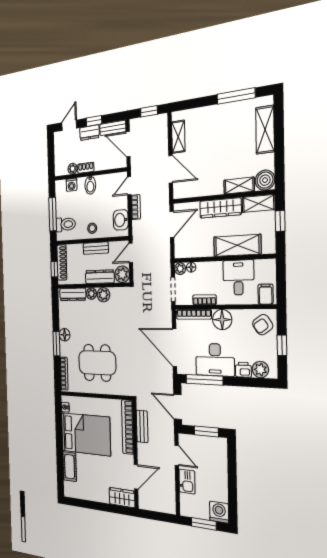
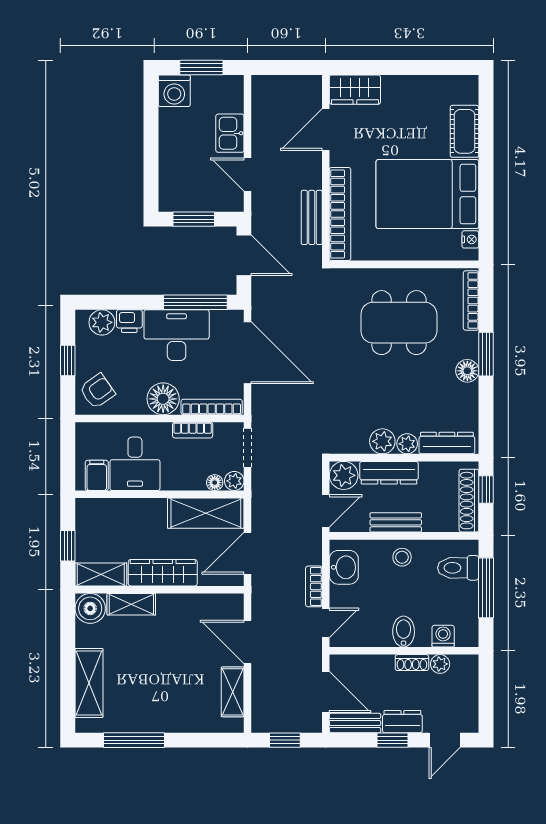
shelving: (237, 245) -> (206, 513), moved
filing cabinet: (266, 294) -> (97, 475), moved, turned 180

